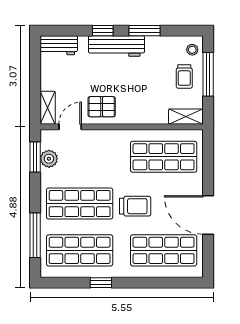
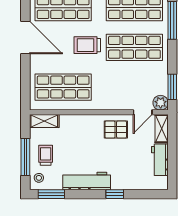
window: (145, 31) -> (51, 194), moved
workbench: (59, 45) -> (160, 160), moved, turned -90
workbench: (116, 46) -> (87, 181), moved
plant: (49, 159) -> (161, 103), moved

